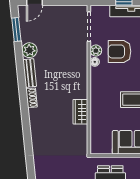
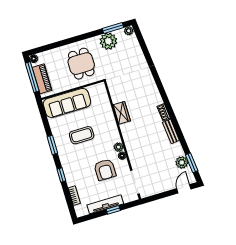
plant: (29, 50) -> (182, 162), moved
plant: (96, 51) -> (119, 147), moved
armchair: (120, 51) -> (105, 170), turned 90

